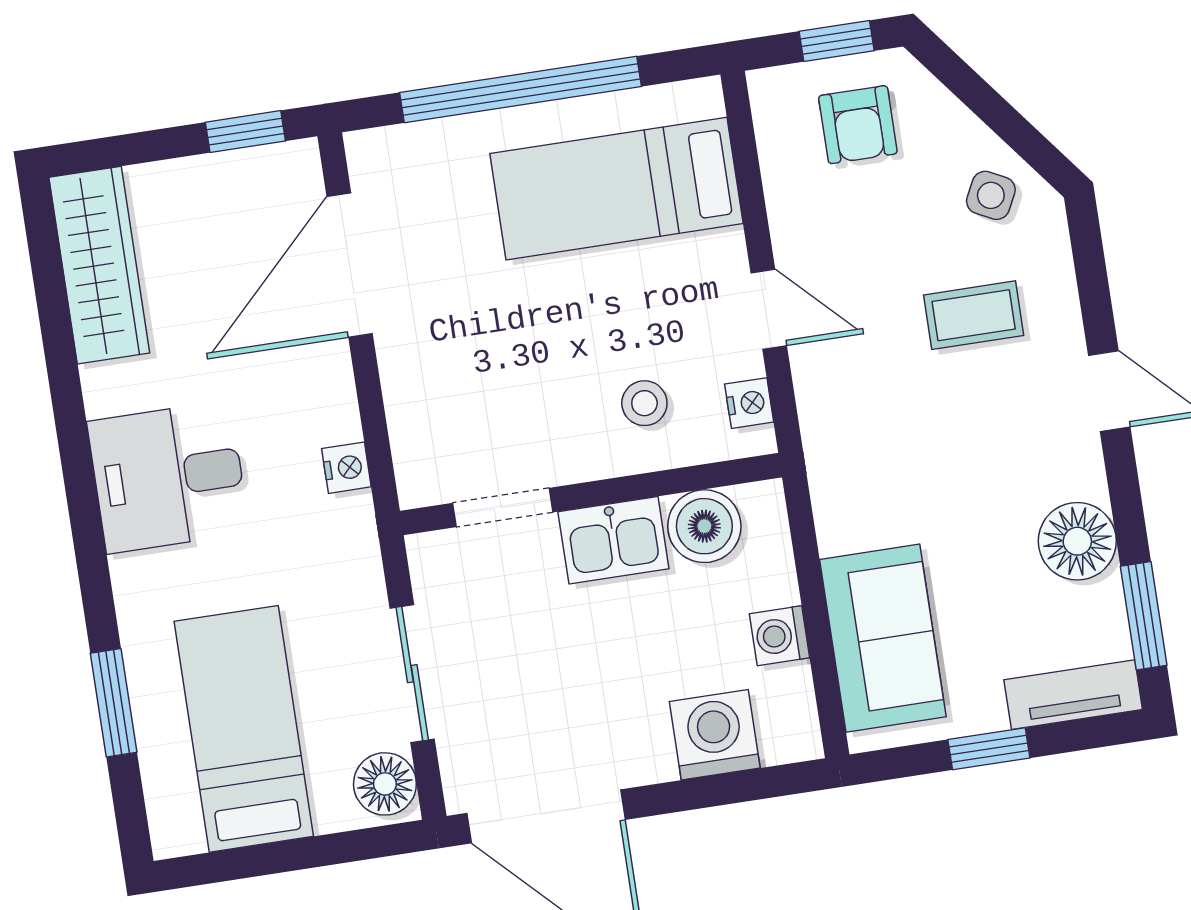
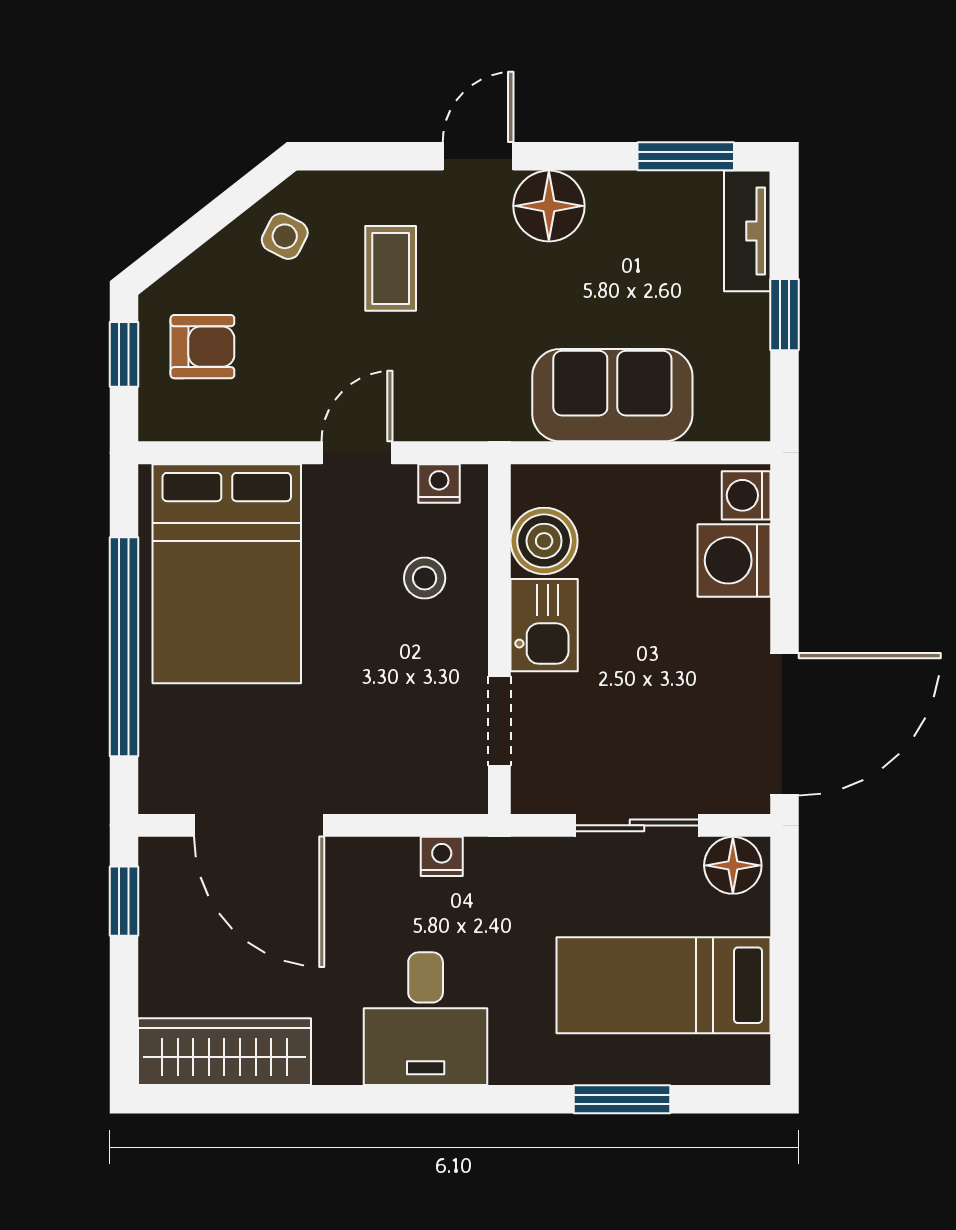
bed: (616, 189) -> (227, 574), width x1.50
floor lamp: (1077, 541) -> (549, 206), moved
washing machine: (779, 636) -> (746, 495), moved, turned 90
sofa: (883, 638) -> (612, 395), moved

